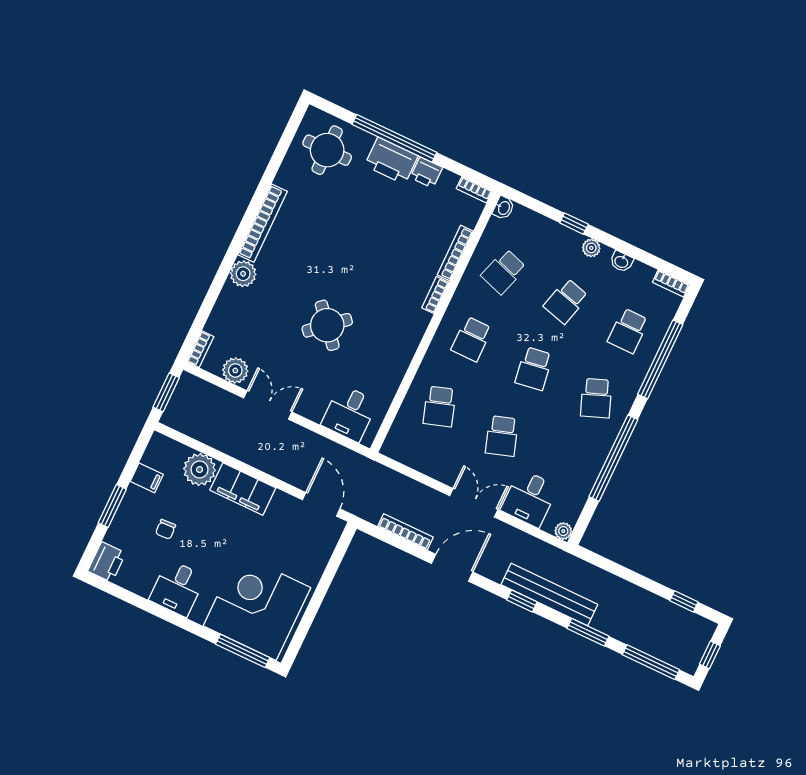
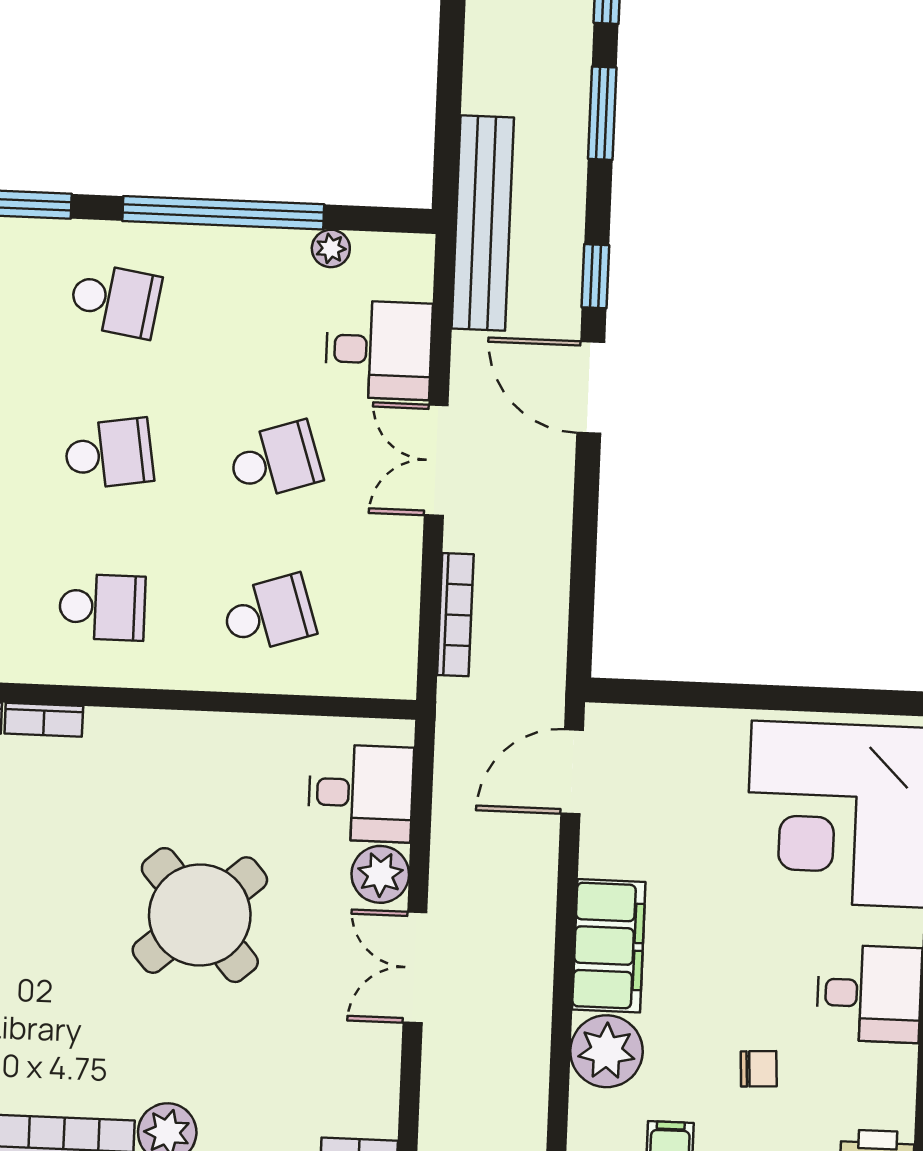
round table: (327, 325) -> (200, 915), width x1.36, depth x1.36
plant: (235, 370) -> (380, 874), moved
school desk: (596, 398) -> (115, 300), turned 30
plant: (563, 531) -> (331, 248), moved
bookcase: (405, 532) -> (455, 615), moved, turned 180
door: (452, 568) -> (591, 388), moved
bench: (549, 595) -> (483, 223), moved

